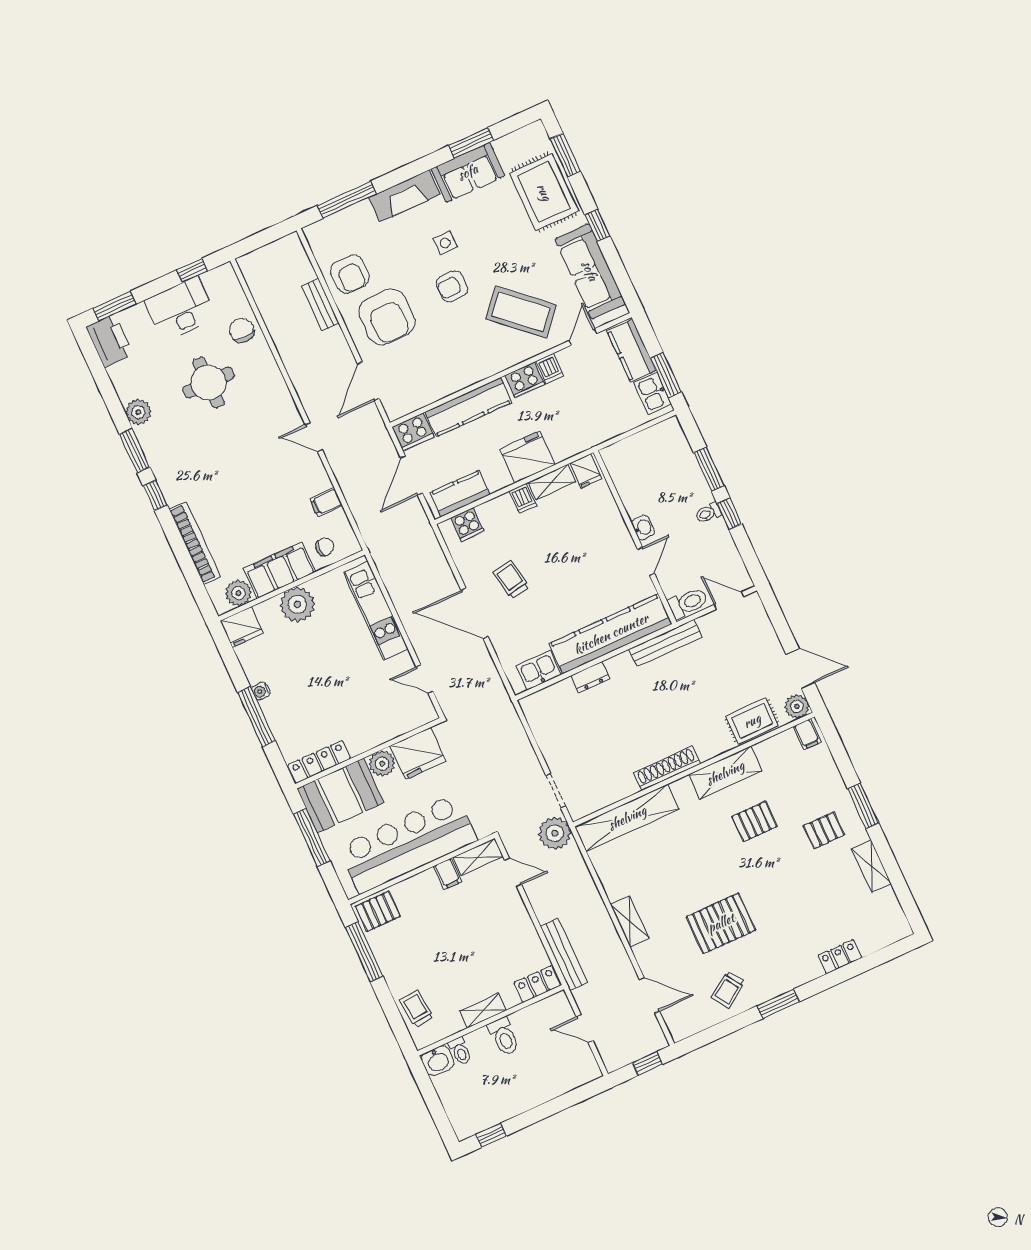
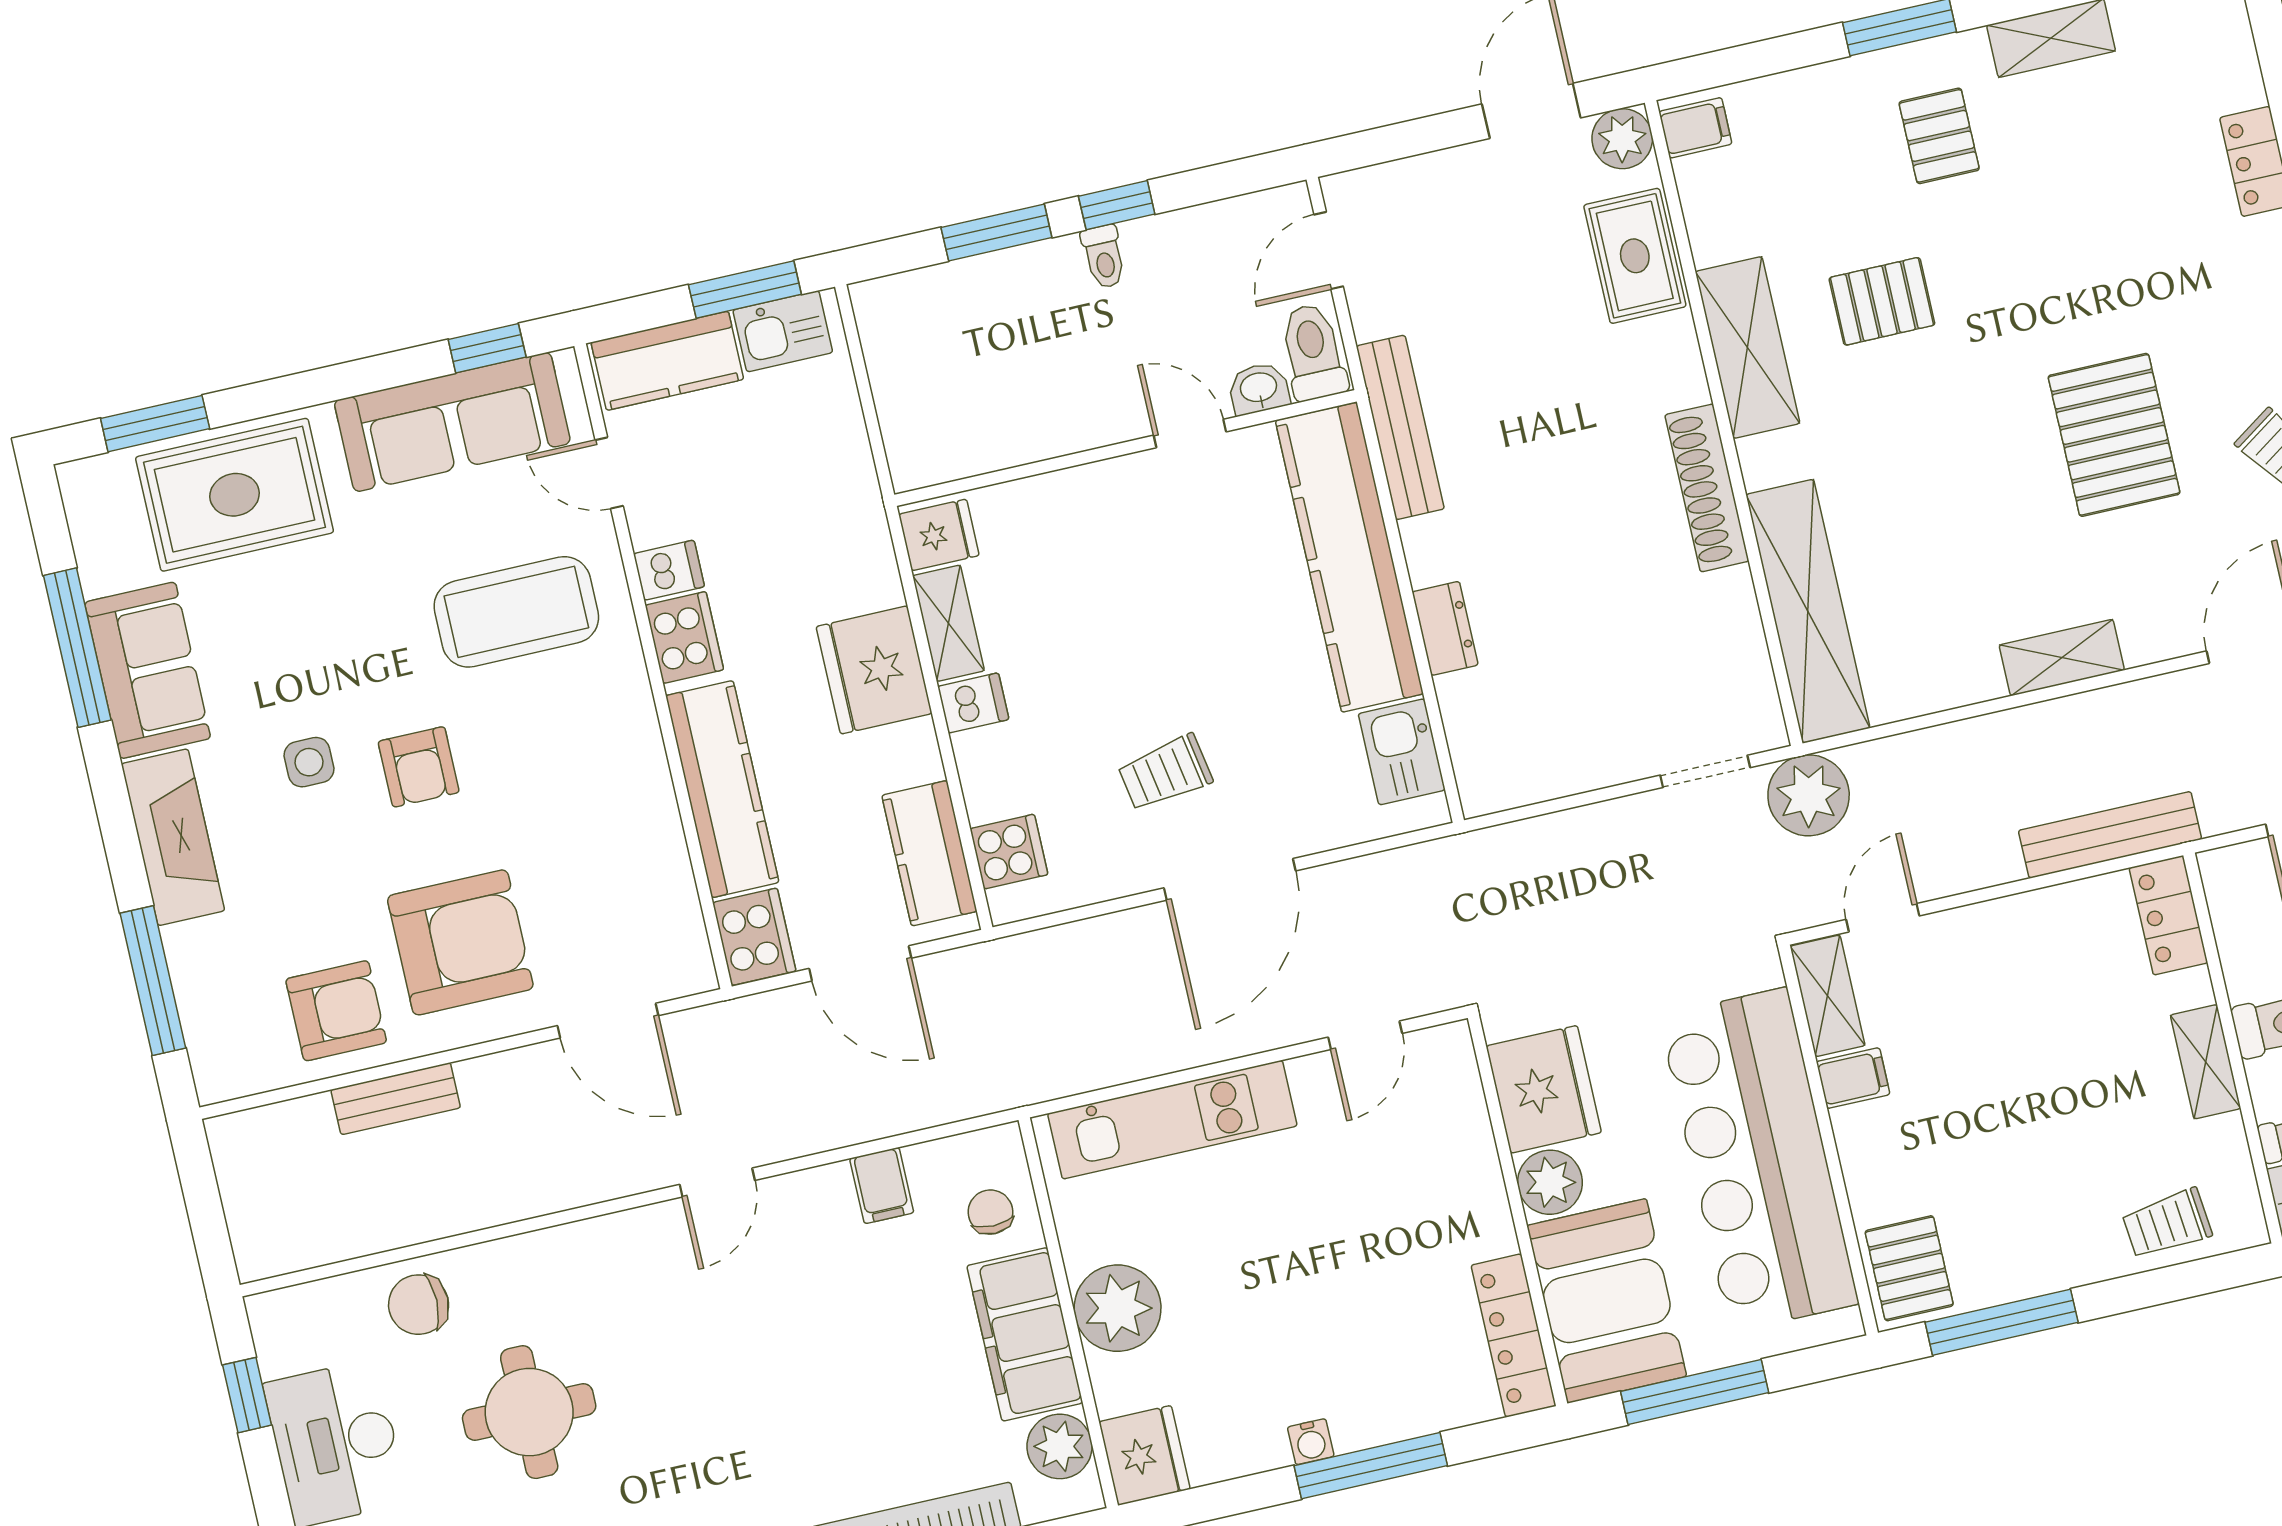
window: (471, 143) -> (77, 648), width x1.44
window: (597, 225) -> (487, 348), moved
coffee table: (521, 312) -> (516, 612), turned 48
washbasin: (643, 528) -> (1259, 389), moved
pallet: (754, 822) -> (1882, 301), turned 90

